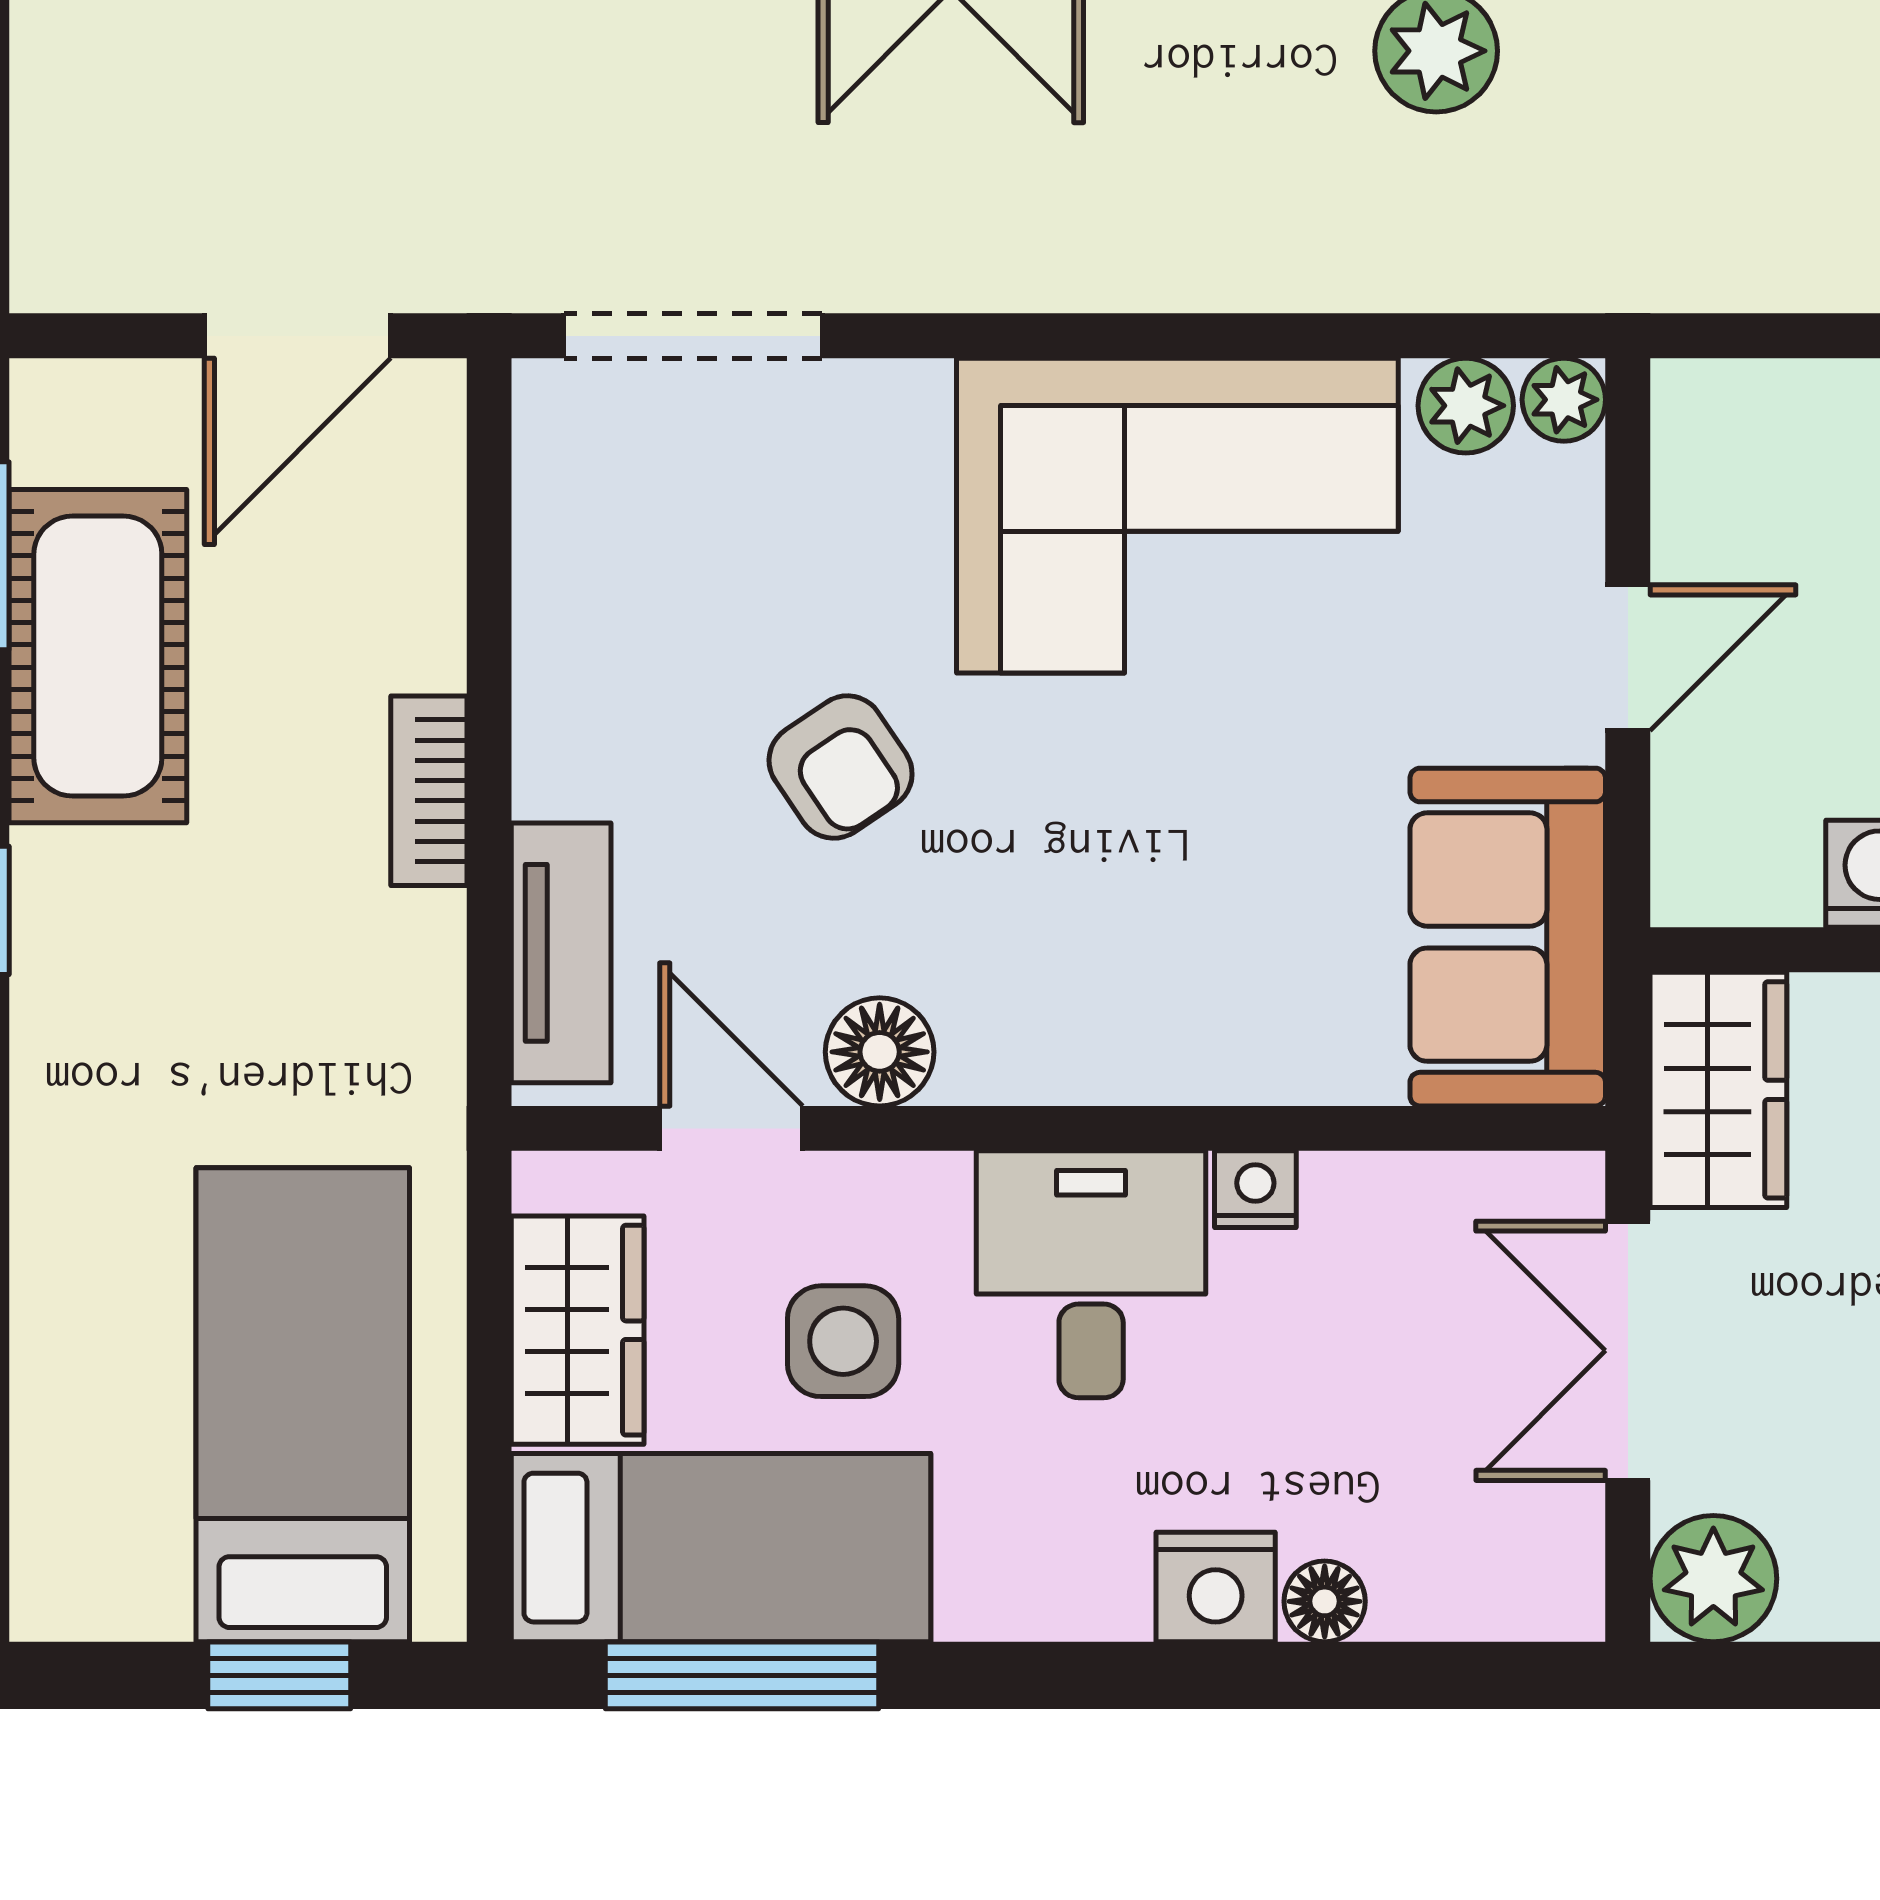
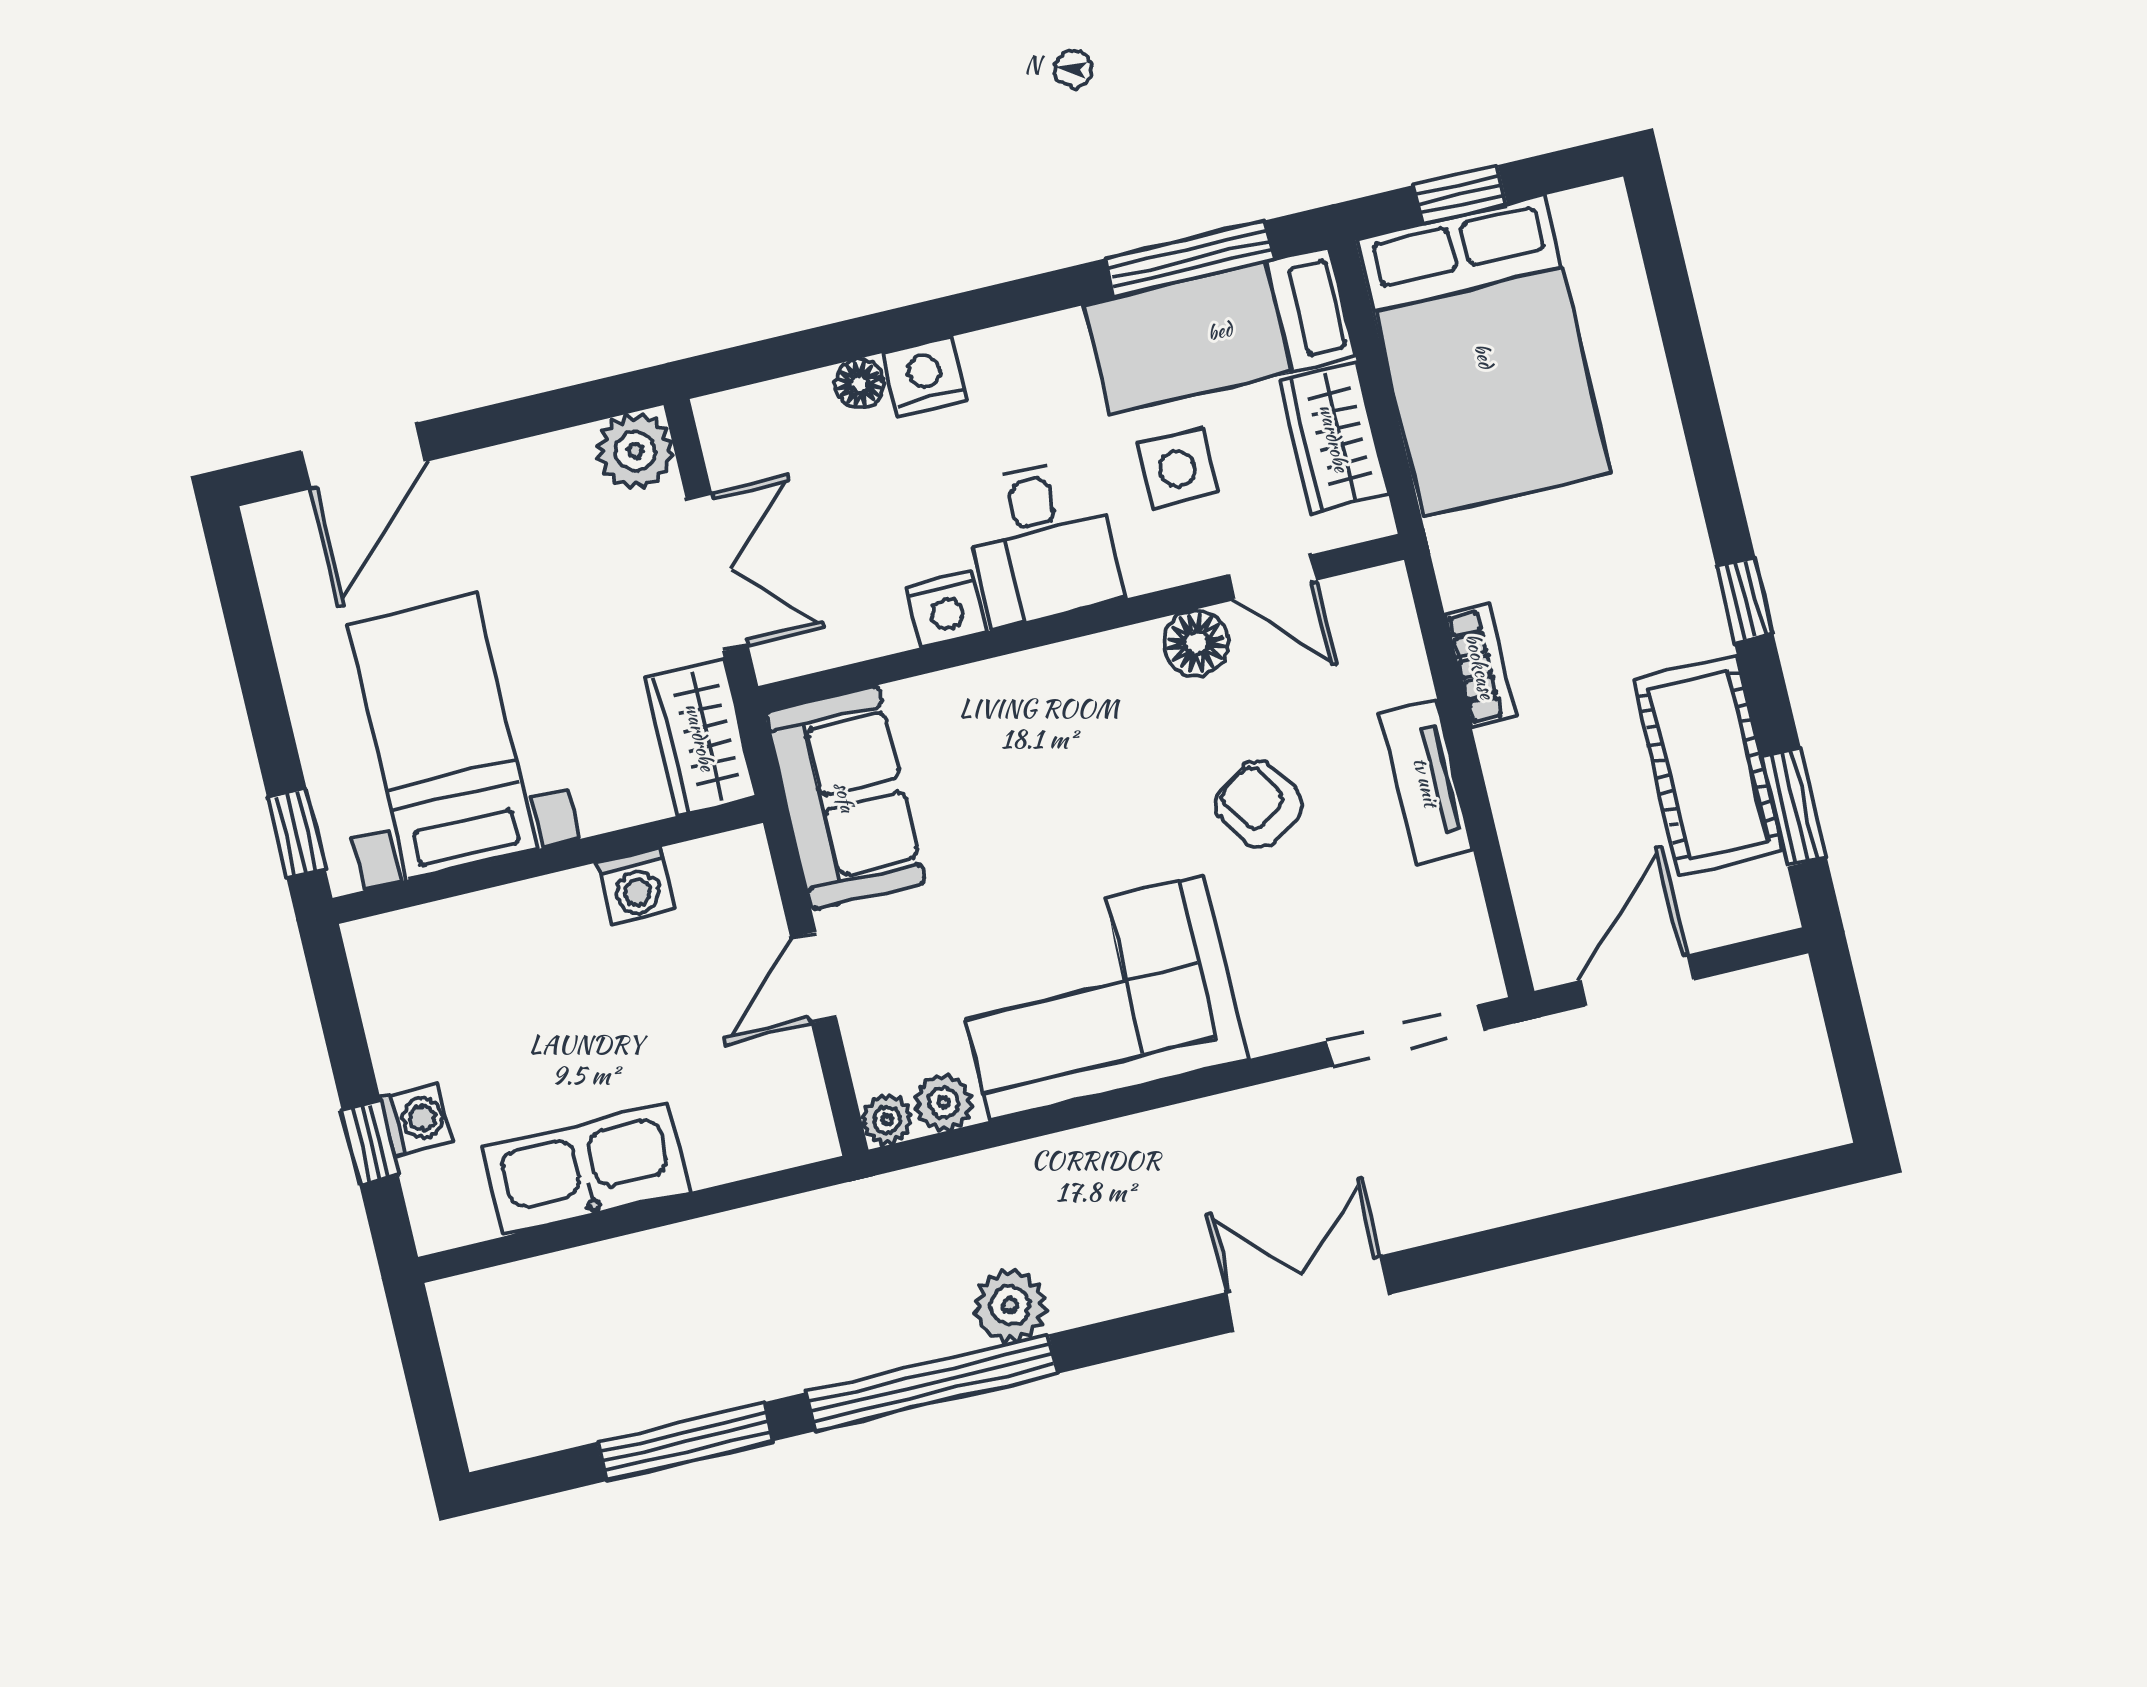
bookcase: (429, 791) -> (1480, 666), moved
tv unit: (561, 953) -> (1426, 782), moved
nightstand: (1255, 1189) -> (946, 609), width x1.39, depth x1.35
bed: (303, 1405) -> (1484, 356), width x1.50

